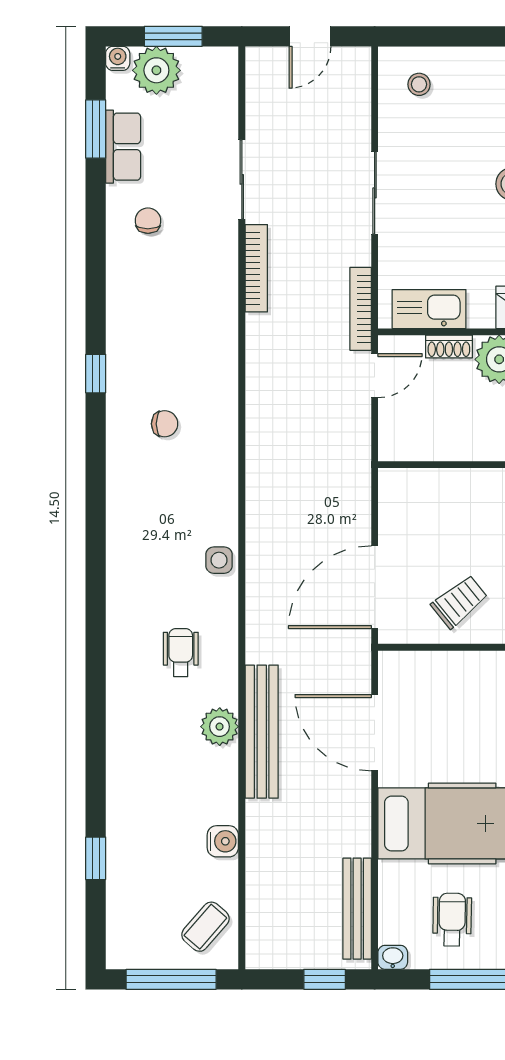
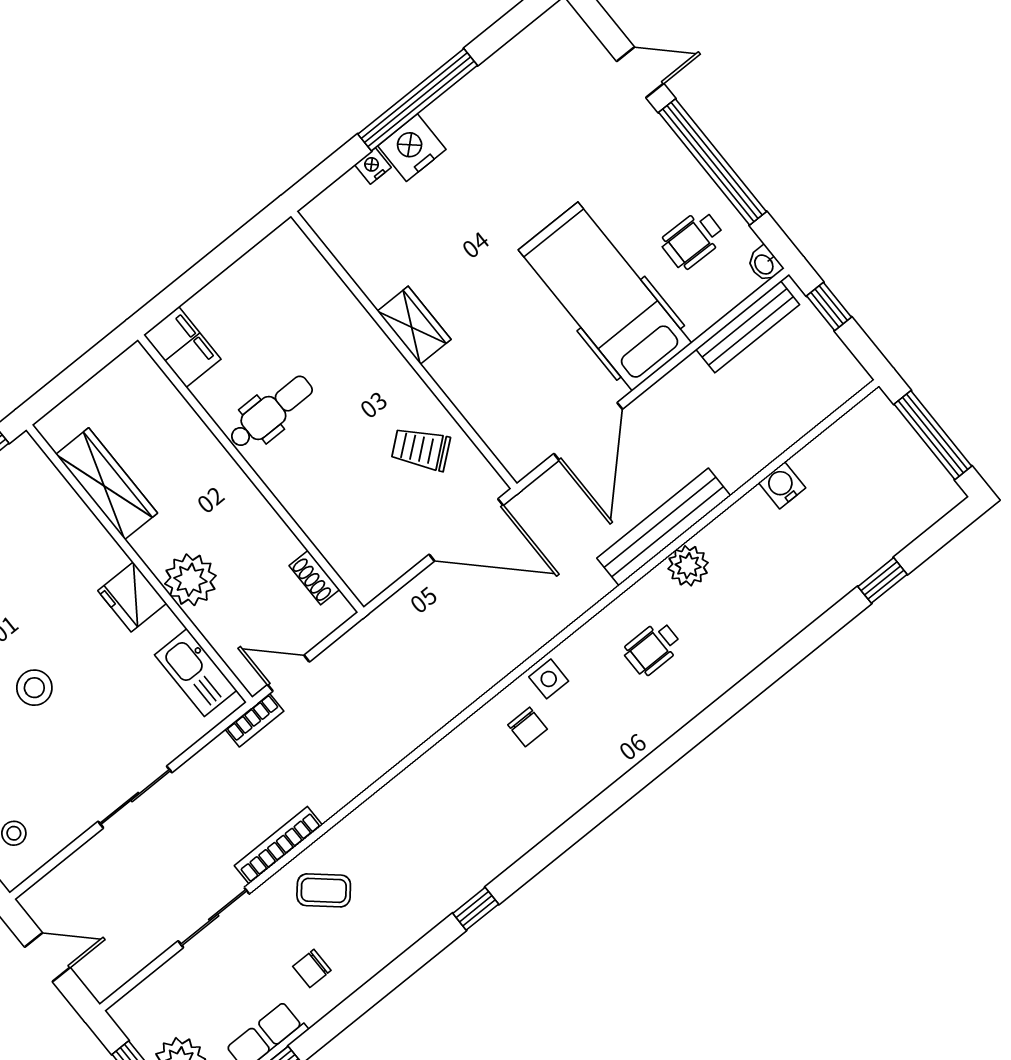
bookcase: (361, 309) -> (254, 720), width x0.64
shoe rack: (449, 347) -> (314, 578), moved, turned 180
chair: (165, 424) -> (528, 727), moved, turned 180
coffee table: (205, 927) -> (324, 890), moved

